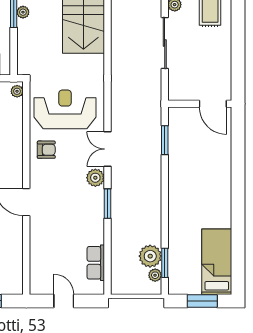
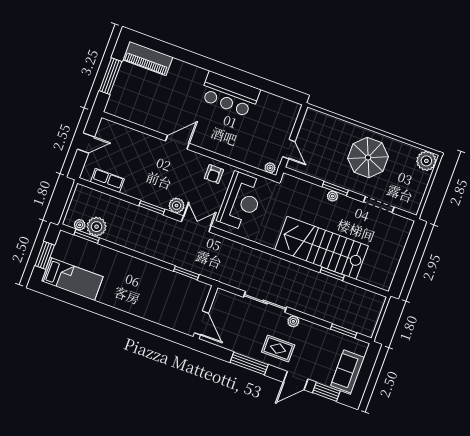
window: (238, 36) -> (249, 363), added
door: (213, 104) -> (201, 323), swing flipped

